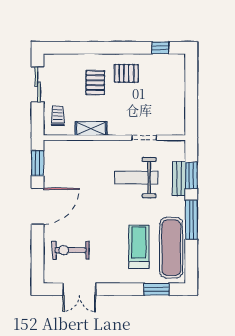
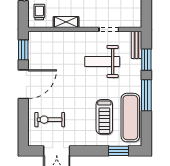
bench: (179, 179) -> (136, 45), moved
treadmill: (139, 247) -> (104, 117), turned 180

